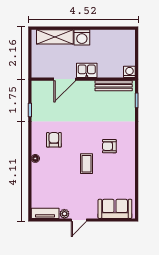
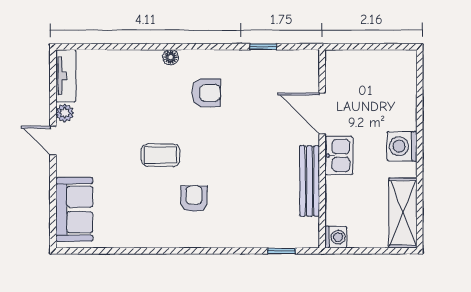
shelving: (55, 37) -> (403, 213), moved
bench: (114, 86) -> (309, 181), moved

